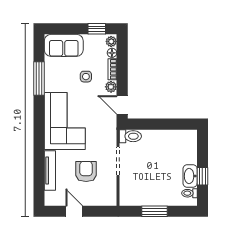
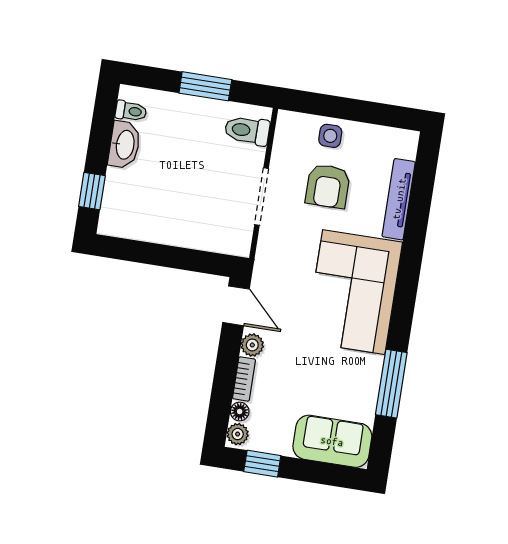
side table: (86, 77) -> (330, 136), moved
toilet: (130, 136) -> (247, 130), moved
window: (202, 176) -> (92, 191), moved
door: (74, 211) -> (363, 111), removed

